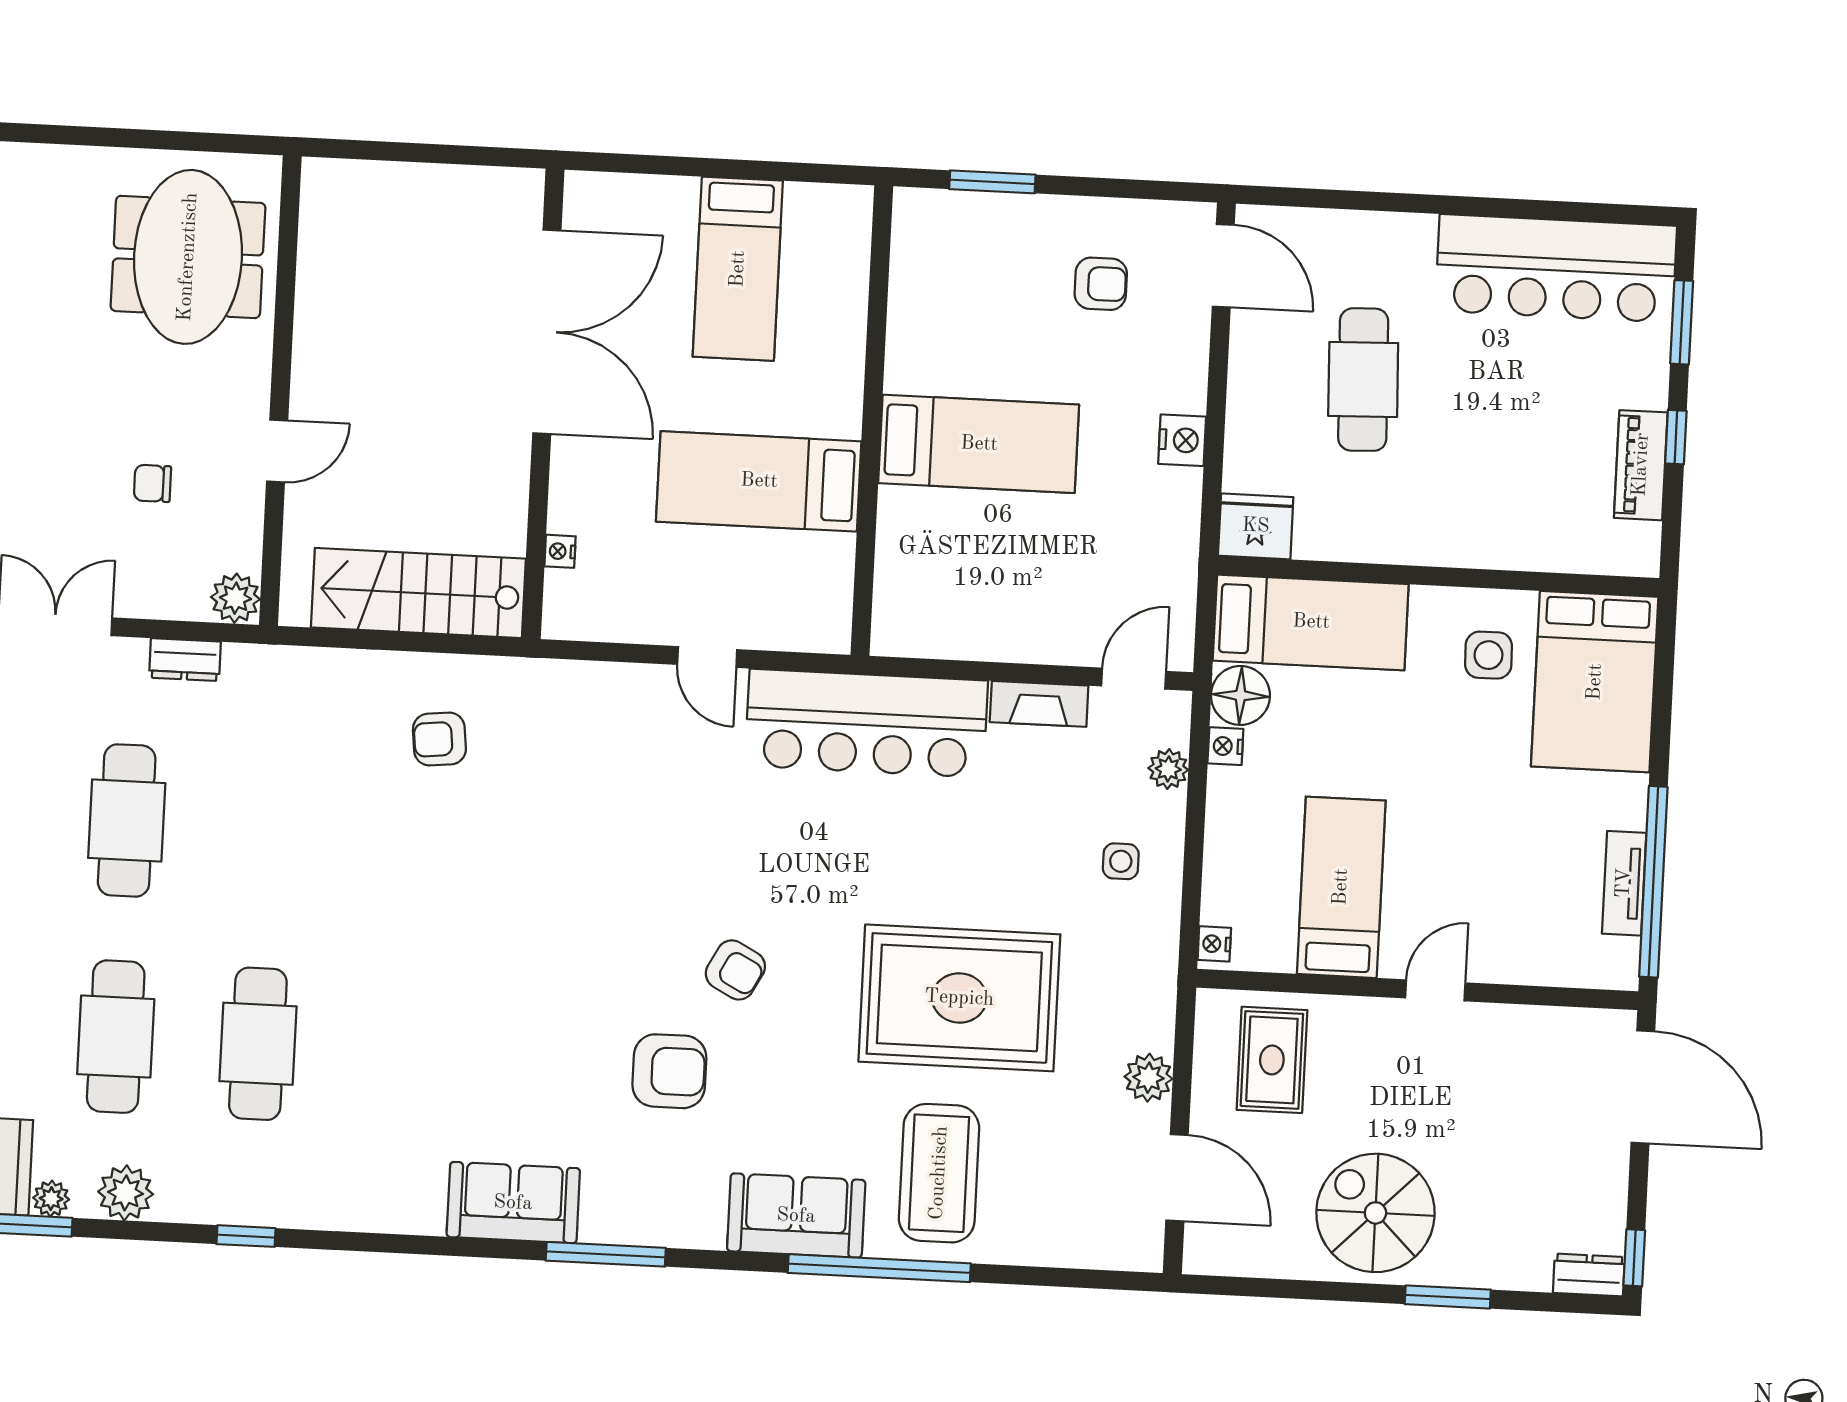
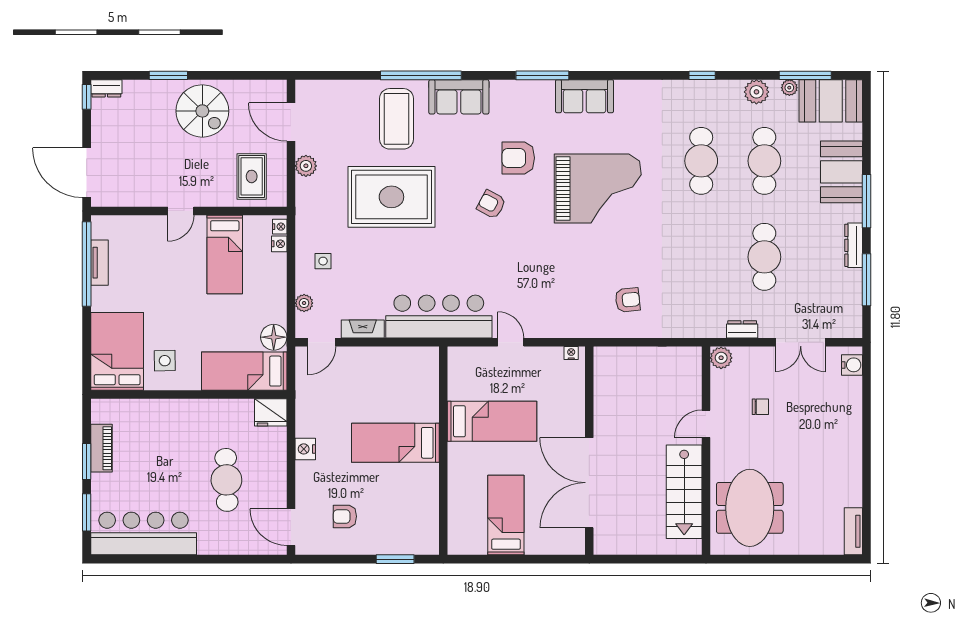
window: (1676, 437) -> (87, 461), width x1.50
nightstand: (560, 551) -> (571, 353), moved, turned -90
stairs: (418, 593) -> (684, 492), moved, turned 90
nightstand: (1225, 746) -> (279, 244), moved
grand piano: (494, 993) -> (598, 189), added

